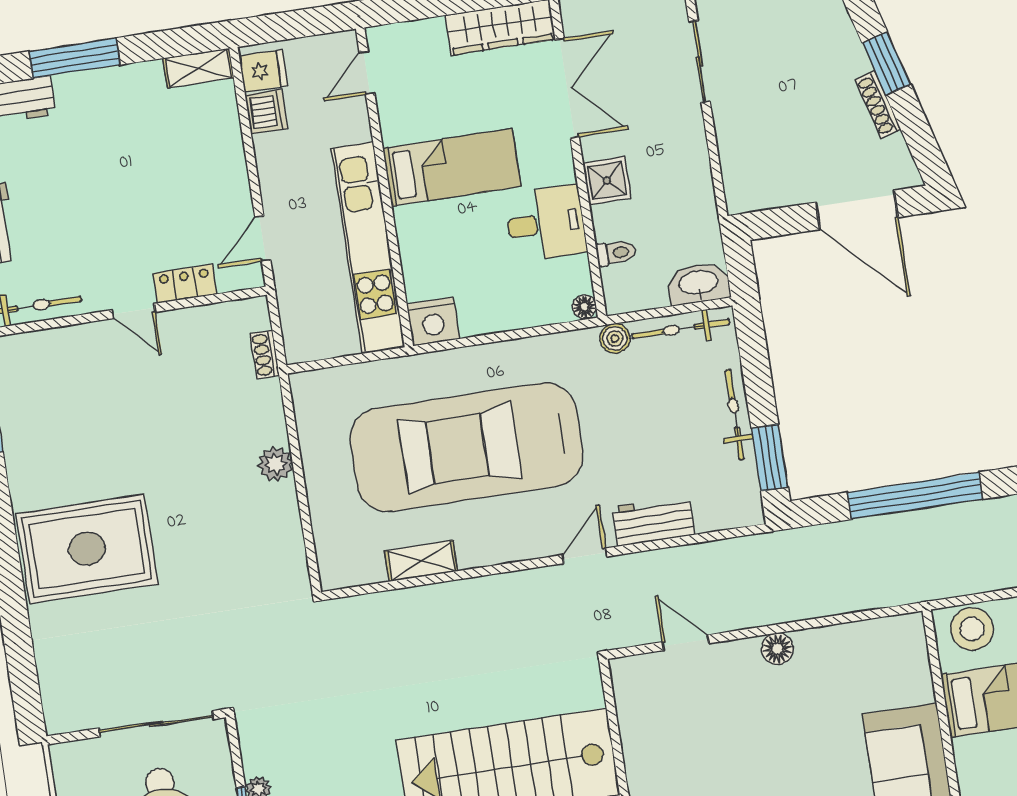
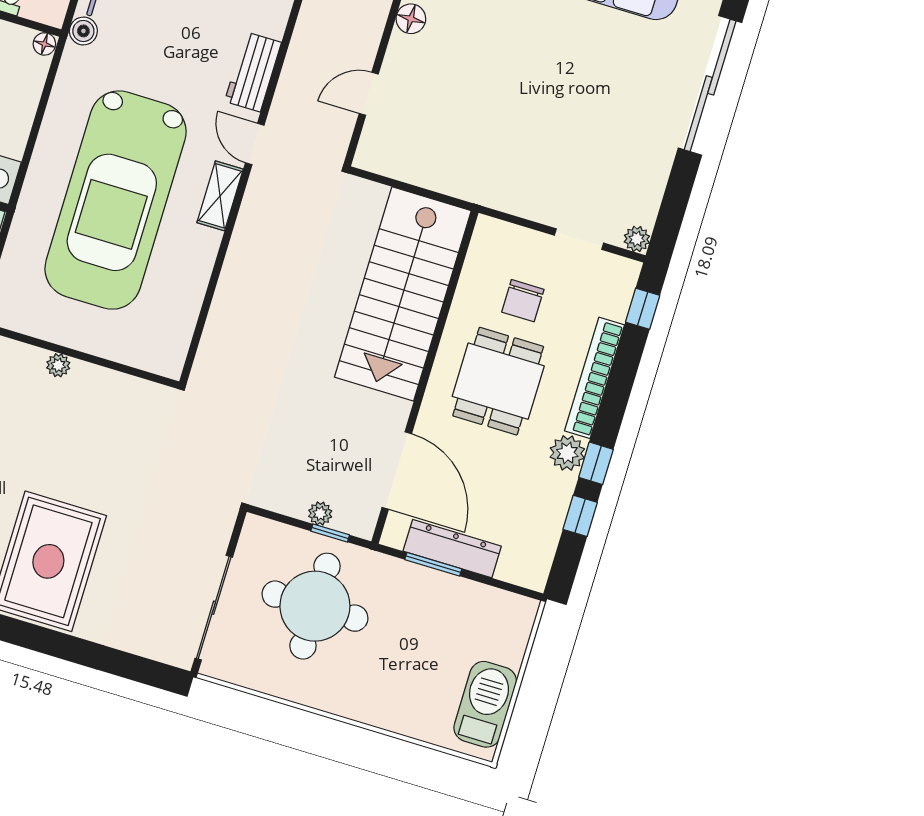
plant: (275, 464) -> (58, 365), width x0.73, depth x0.73
shelving: (421, 561) -> (220, 196), moved
sliding door: (156, 724) -> (214, 608), moved

